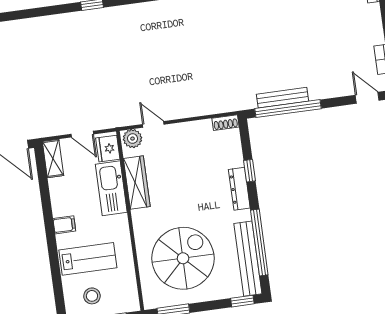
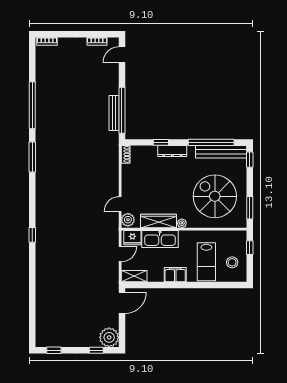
plant: (138, 216) -> (182, 223), added
filing cabinet: (64, 225) -> (175, 275), width x2.00
lab bench: (88, 259) -> (206, 262), turned 180

